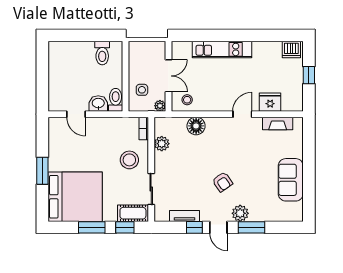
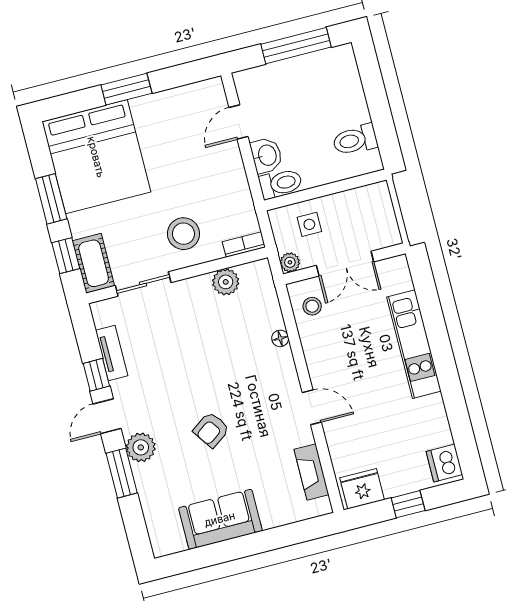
window: (42, 72) -> (296, 46), added
fridge: (270, 102) -> (362, 489), moved, turned -90
floor lamp: (196, 126) -> (280, 338), width x0.53, depth x0.53
armchair: (222, 182) -> (211, 430), moved

